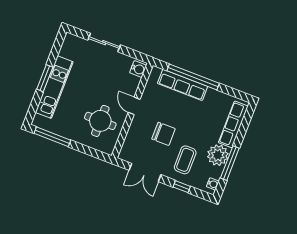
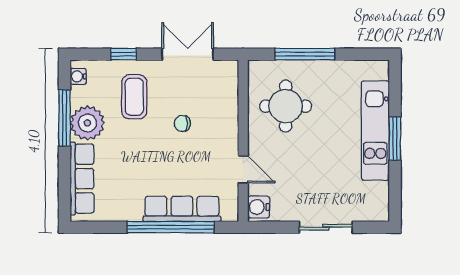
door: (134, 106) -> (243, 169), moved
chair: (163, 134) -> (182, 124), width x0.54, depth x0.54
window: (52, 137) -> (305, 54), moved

